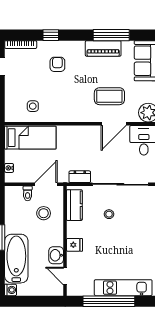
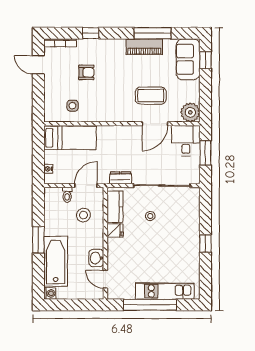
armchair: (57, 64) -> (86, 72), moved, turned 90
fridge: (75, 245) -> (115, 230), moved

